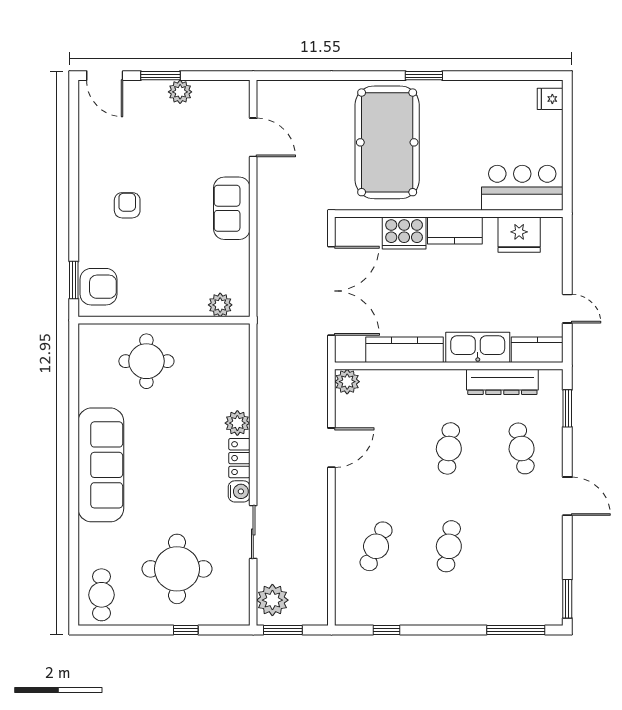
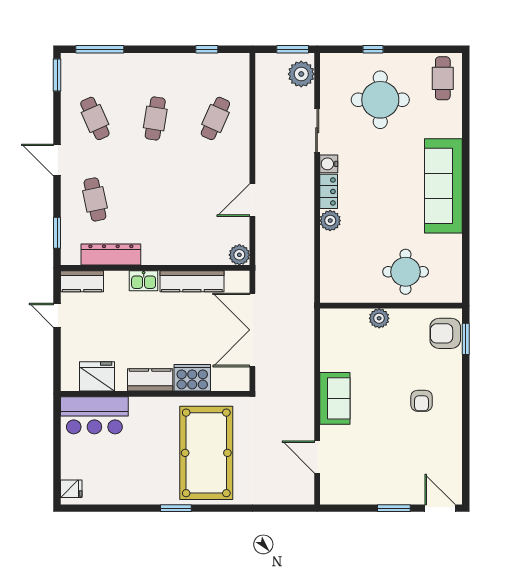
plant: (180, 92) -> (378, 495), removed
plant: (220, 305) -> (379, 318), moved
kitchen sink: (478, 347) -> (144, 281), width x0.53, depth x0.81
cafe table: (449, 448) -> (95, 118), moved, turned -30

